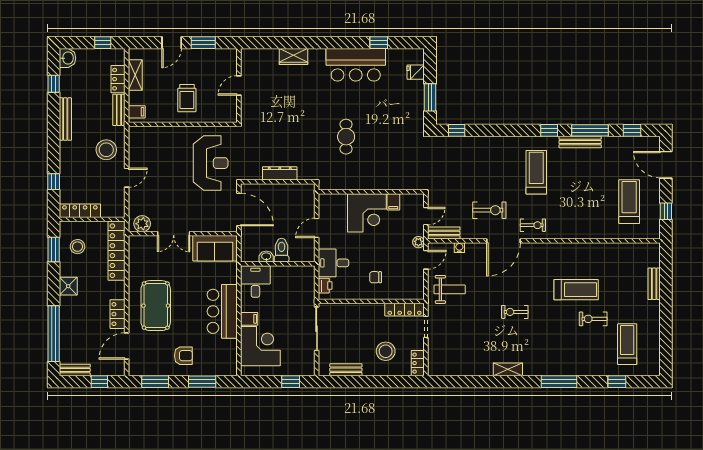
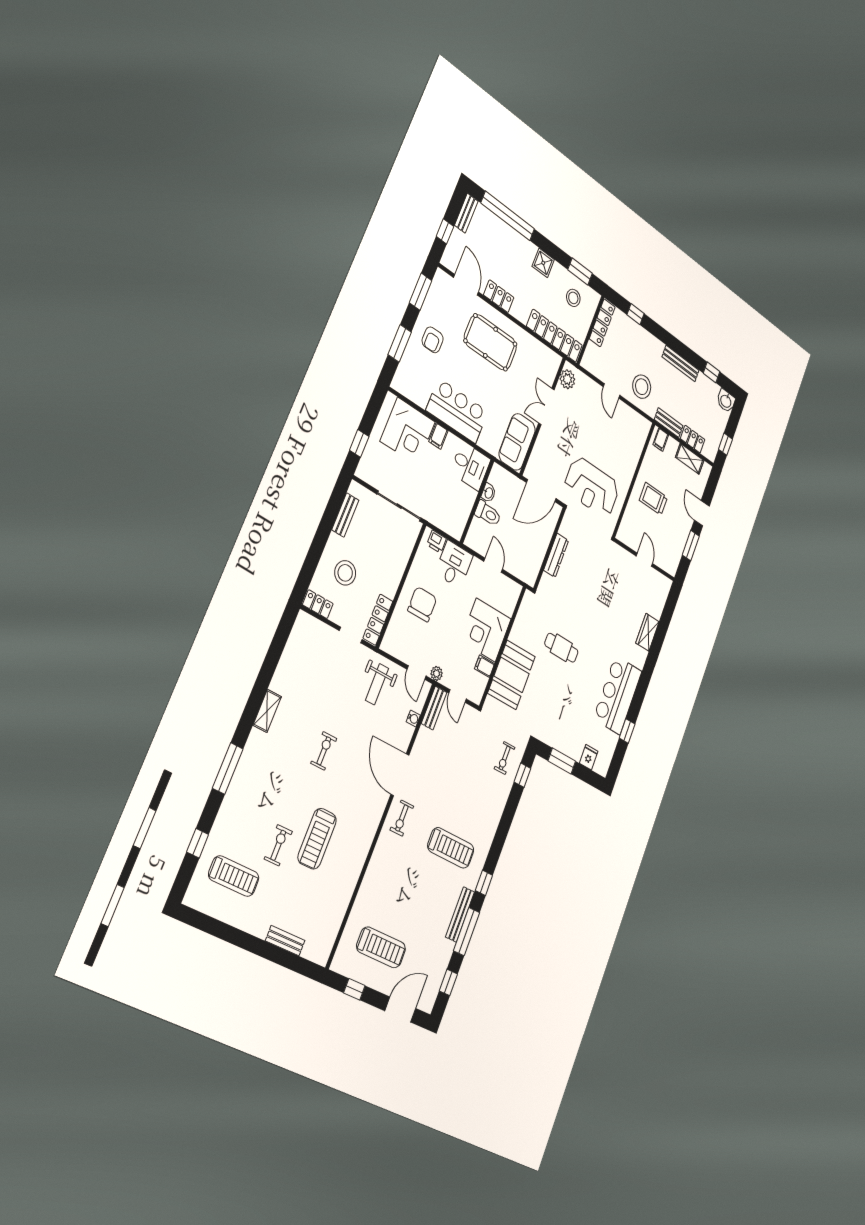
booth: (388, 174) -> (512, 675), added
exercise bike: (489, 210) -> (505, 758), moved, width x0.73, depth x0.72
chair: (376, 277) -> (422, 604), width x1.87, depth x1.87

